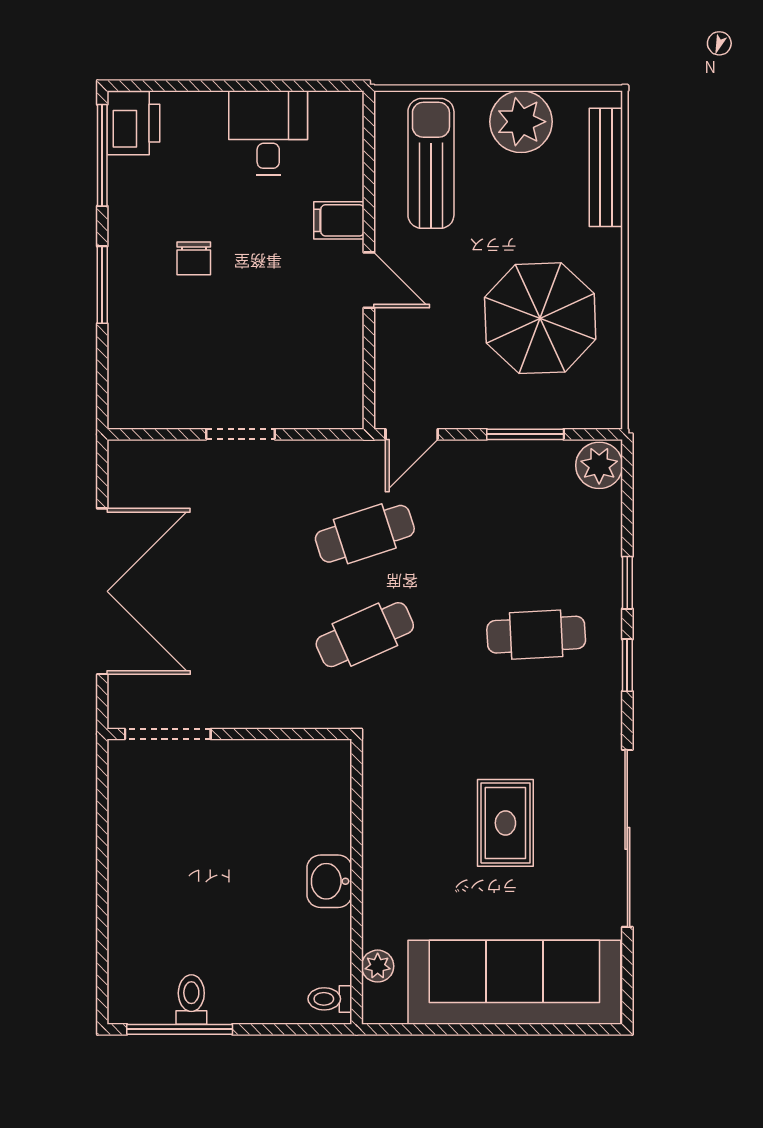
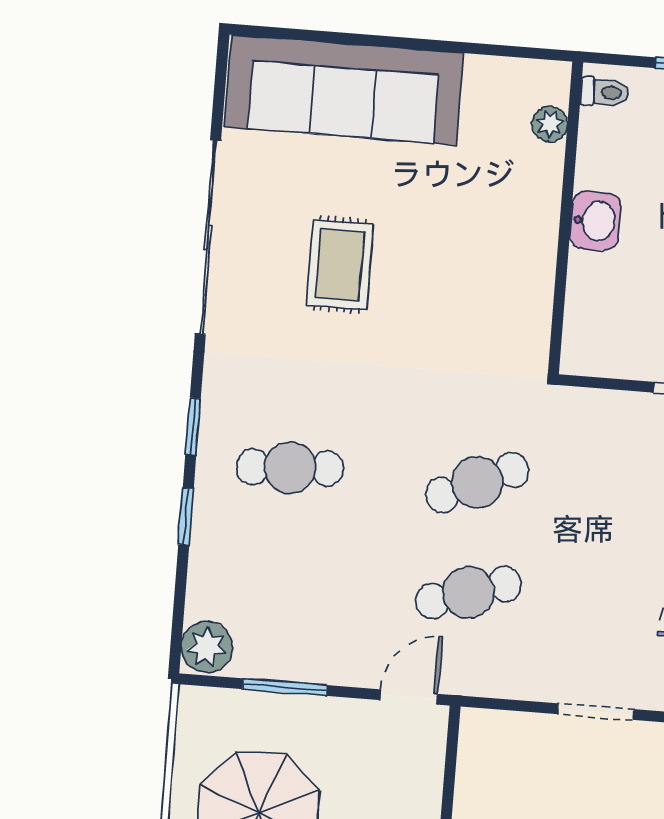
washbasin: (329, 881) -> (595, 221), moved
wall: (357, 882) -> (566, 218), moved
plant: (378, 966) -> (550, 124), moved
toilet: (330, 999) -> (605, 92), moved

